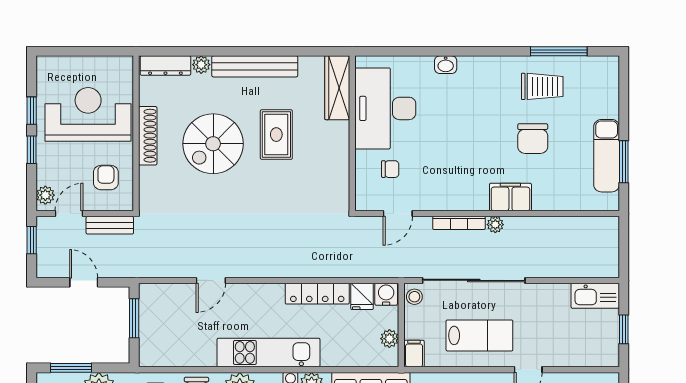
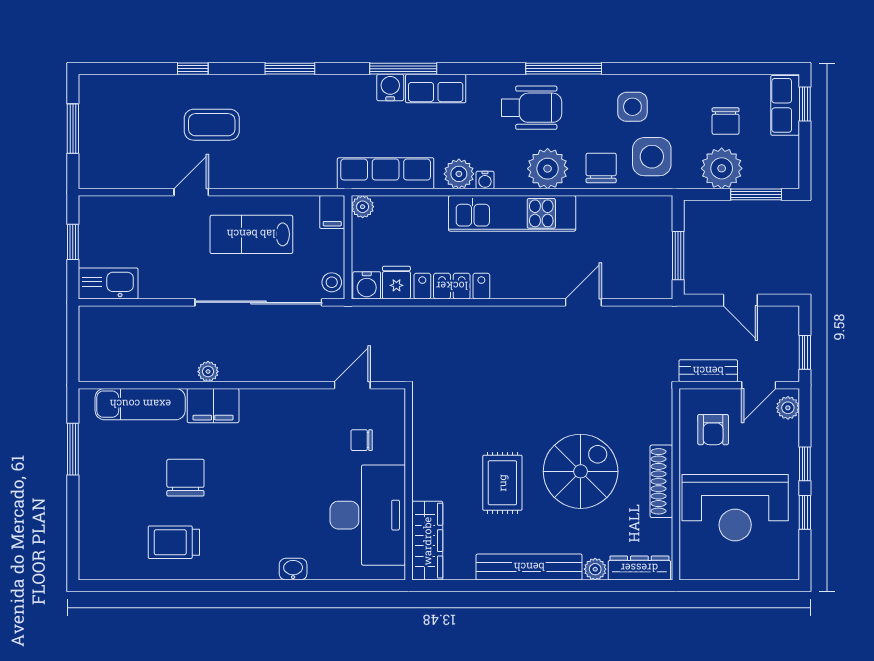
window: (559, 51) -> (153, 586), removed
exam couch: (607, 156) -> (140, 404), moved, turned 90
bookcase: (459, 223) -> (277, 373), removed
plant: (495, 225) -> (208, 372), moved
plant: (389, 339) -> (363, 207), moved

